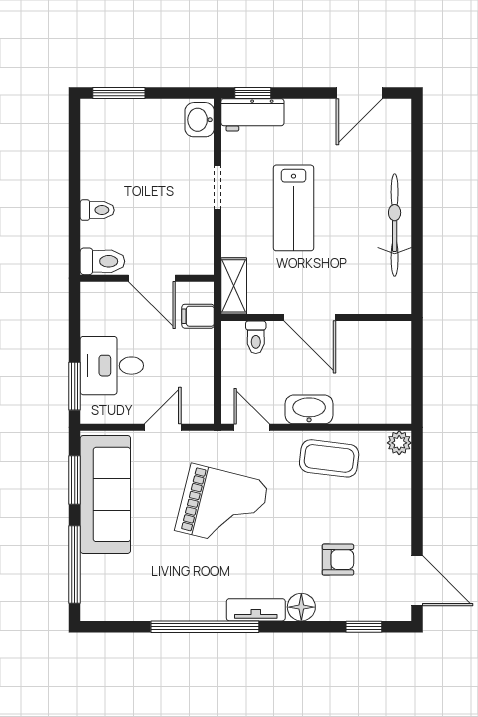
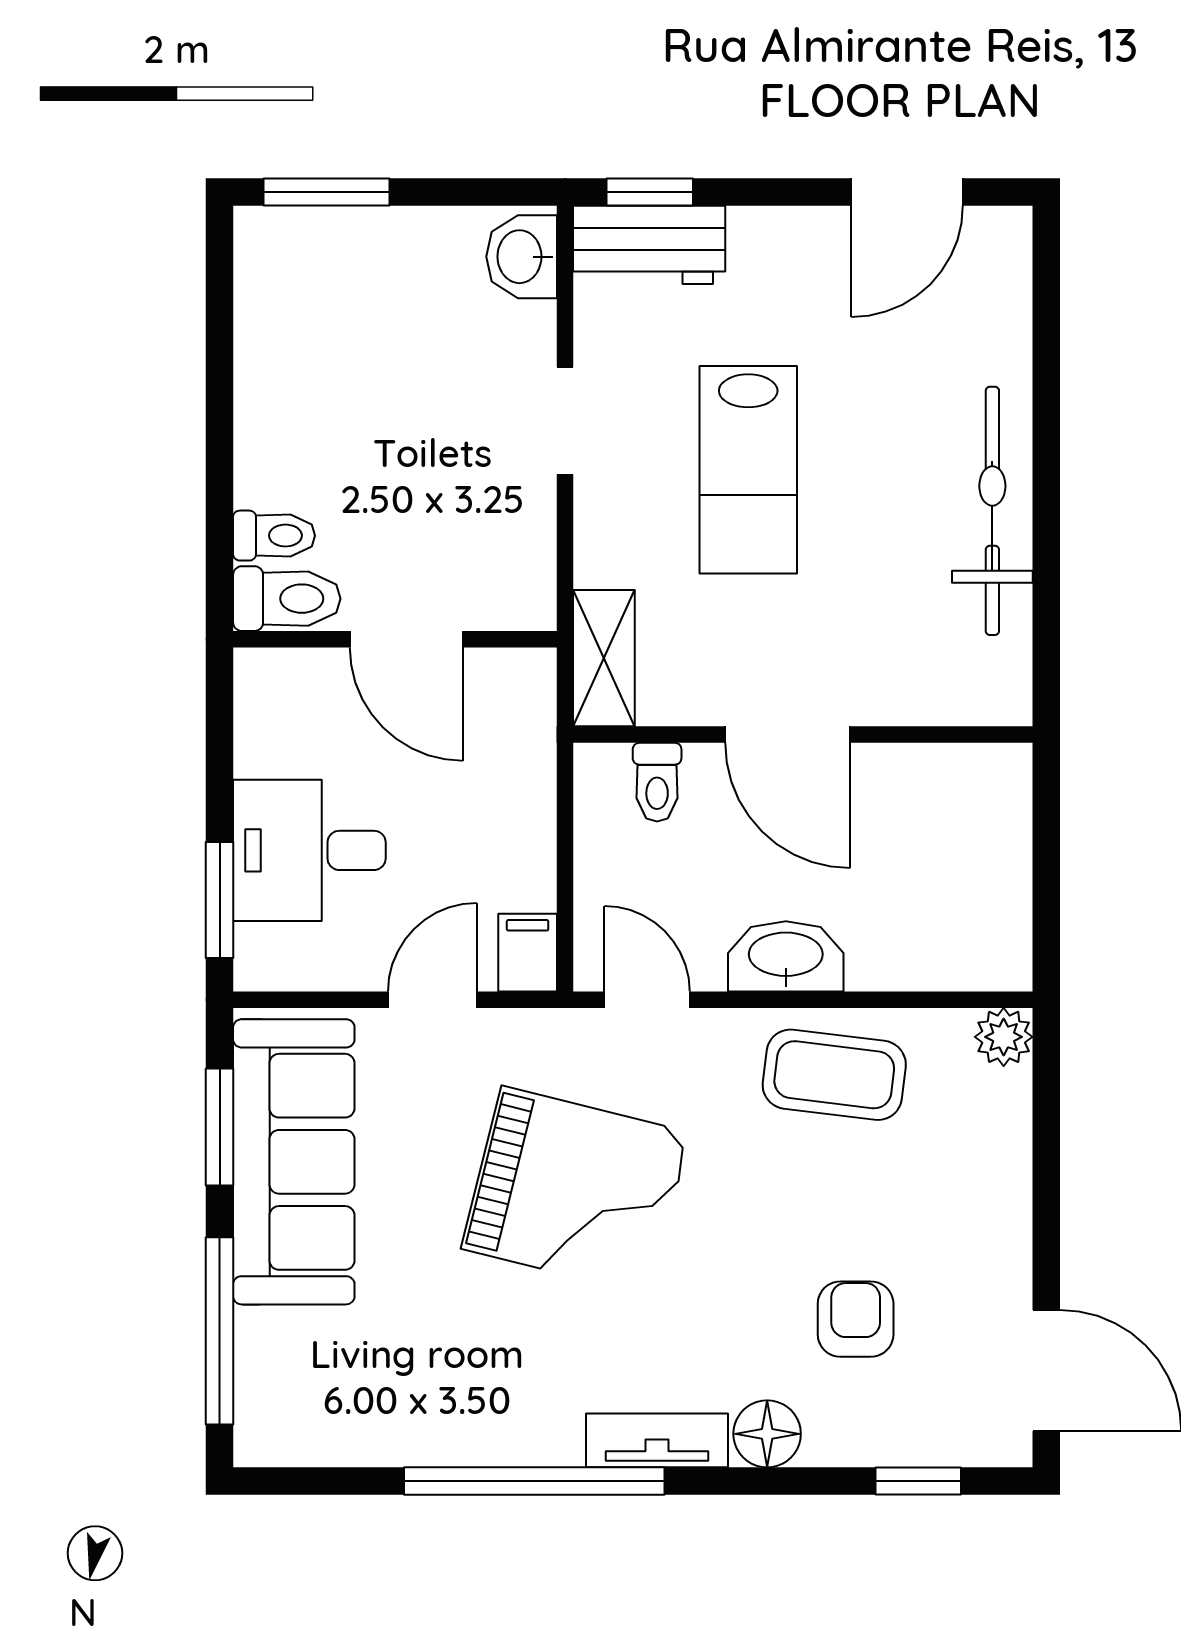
toilet: (97, 210) -> (274, 536), moved
filing cabinet: (198, 316) -> (528, 953), moved, turned 90
armchair: (338, 560) -> (856, 1319), turned -90

